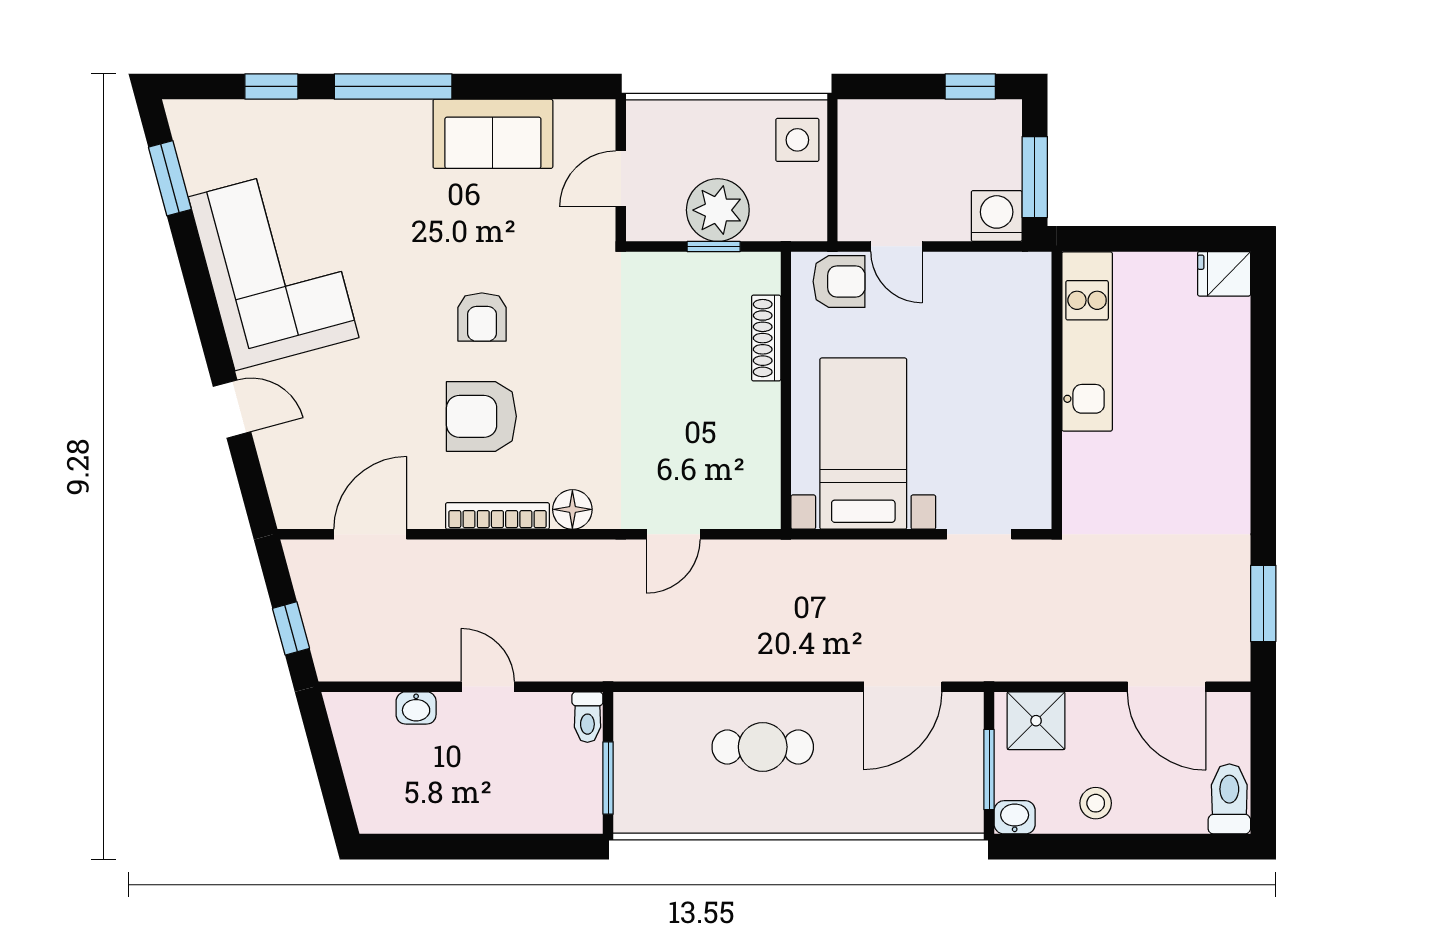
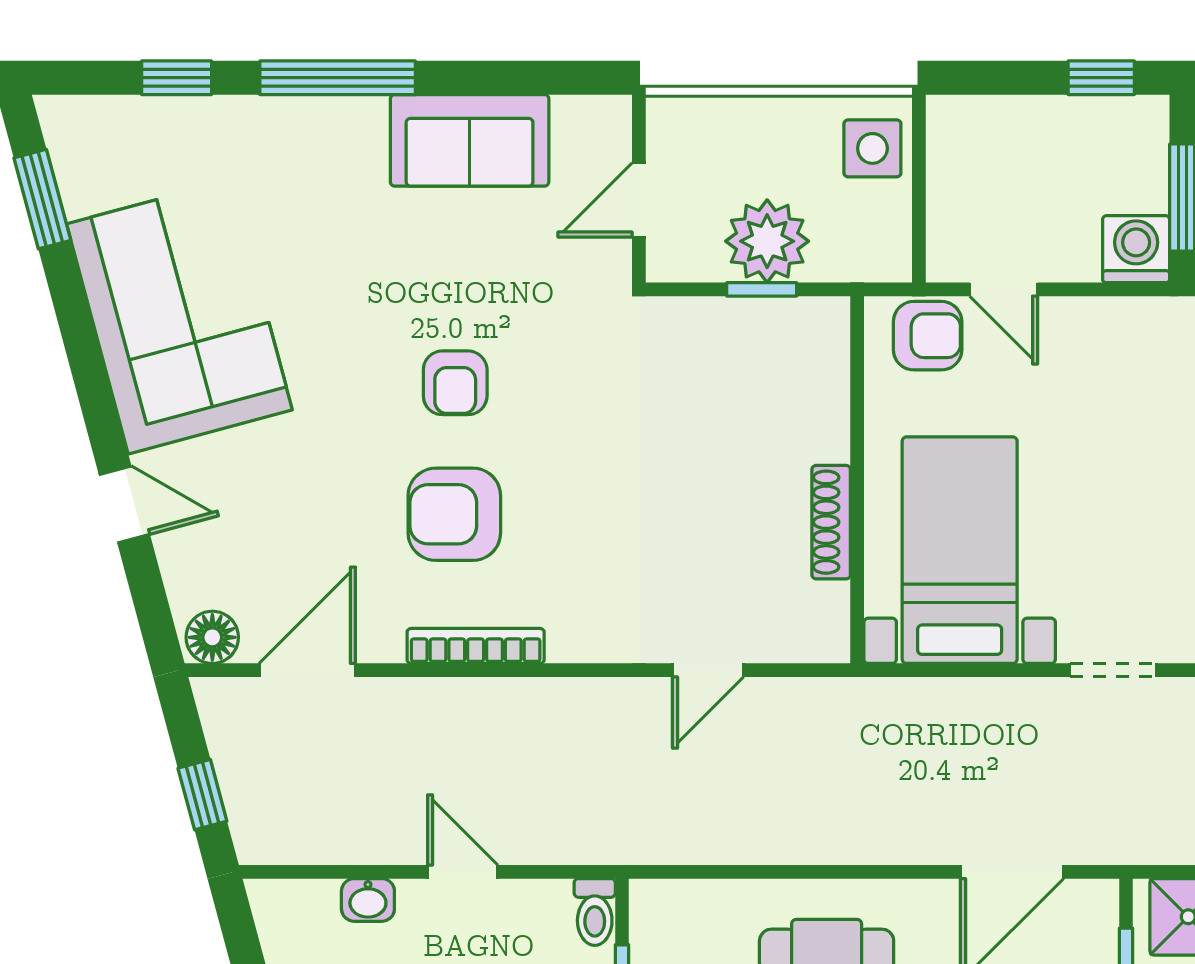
shoe rack: (766, 338) -> (831, 522), moved
floor lamp: (572, 509) -> (212, 637), moved

